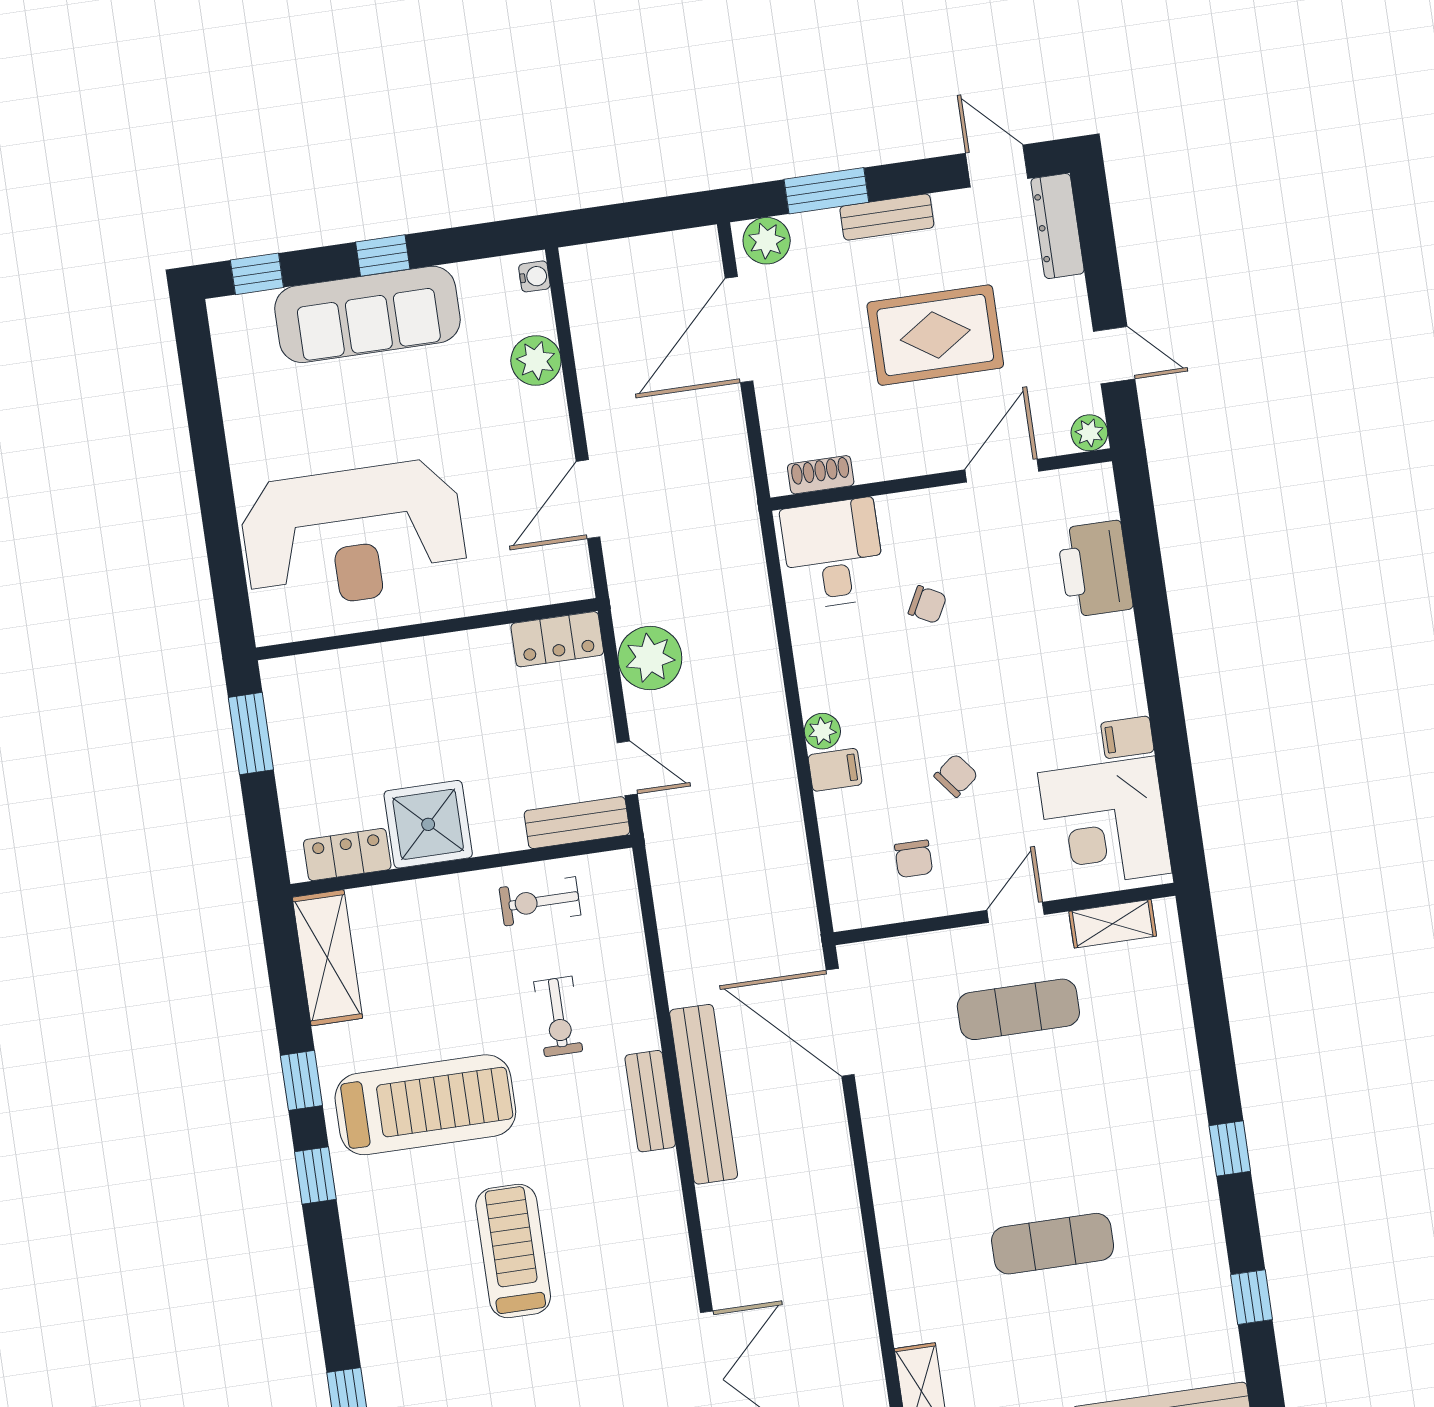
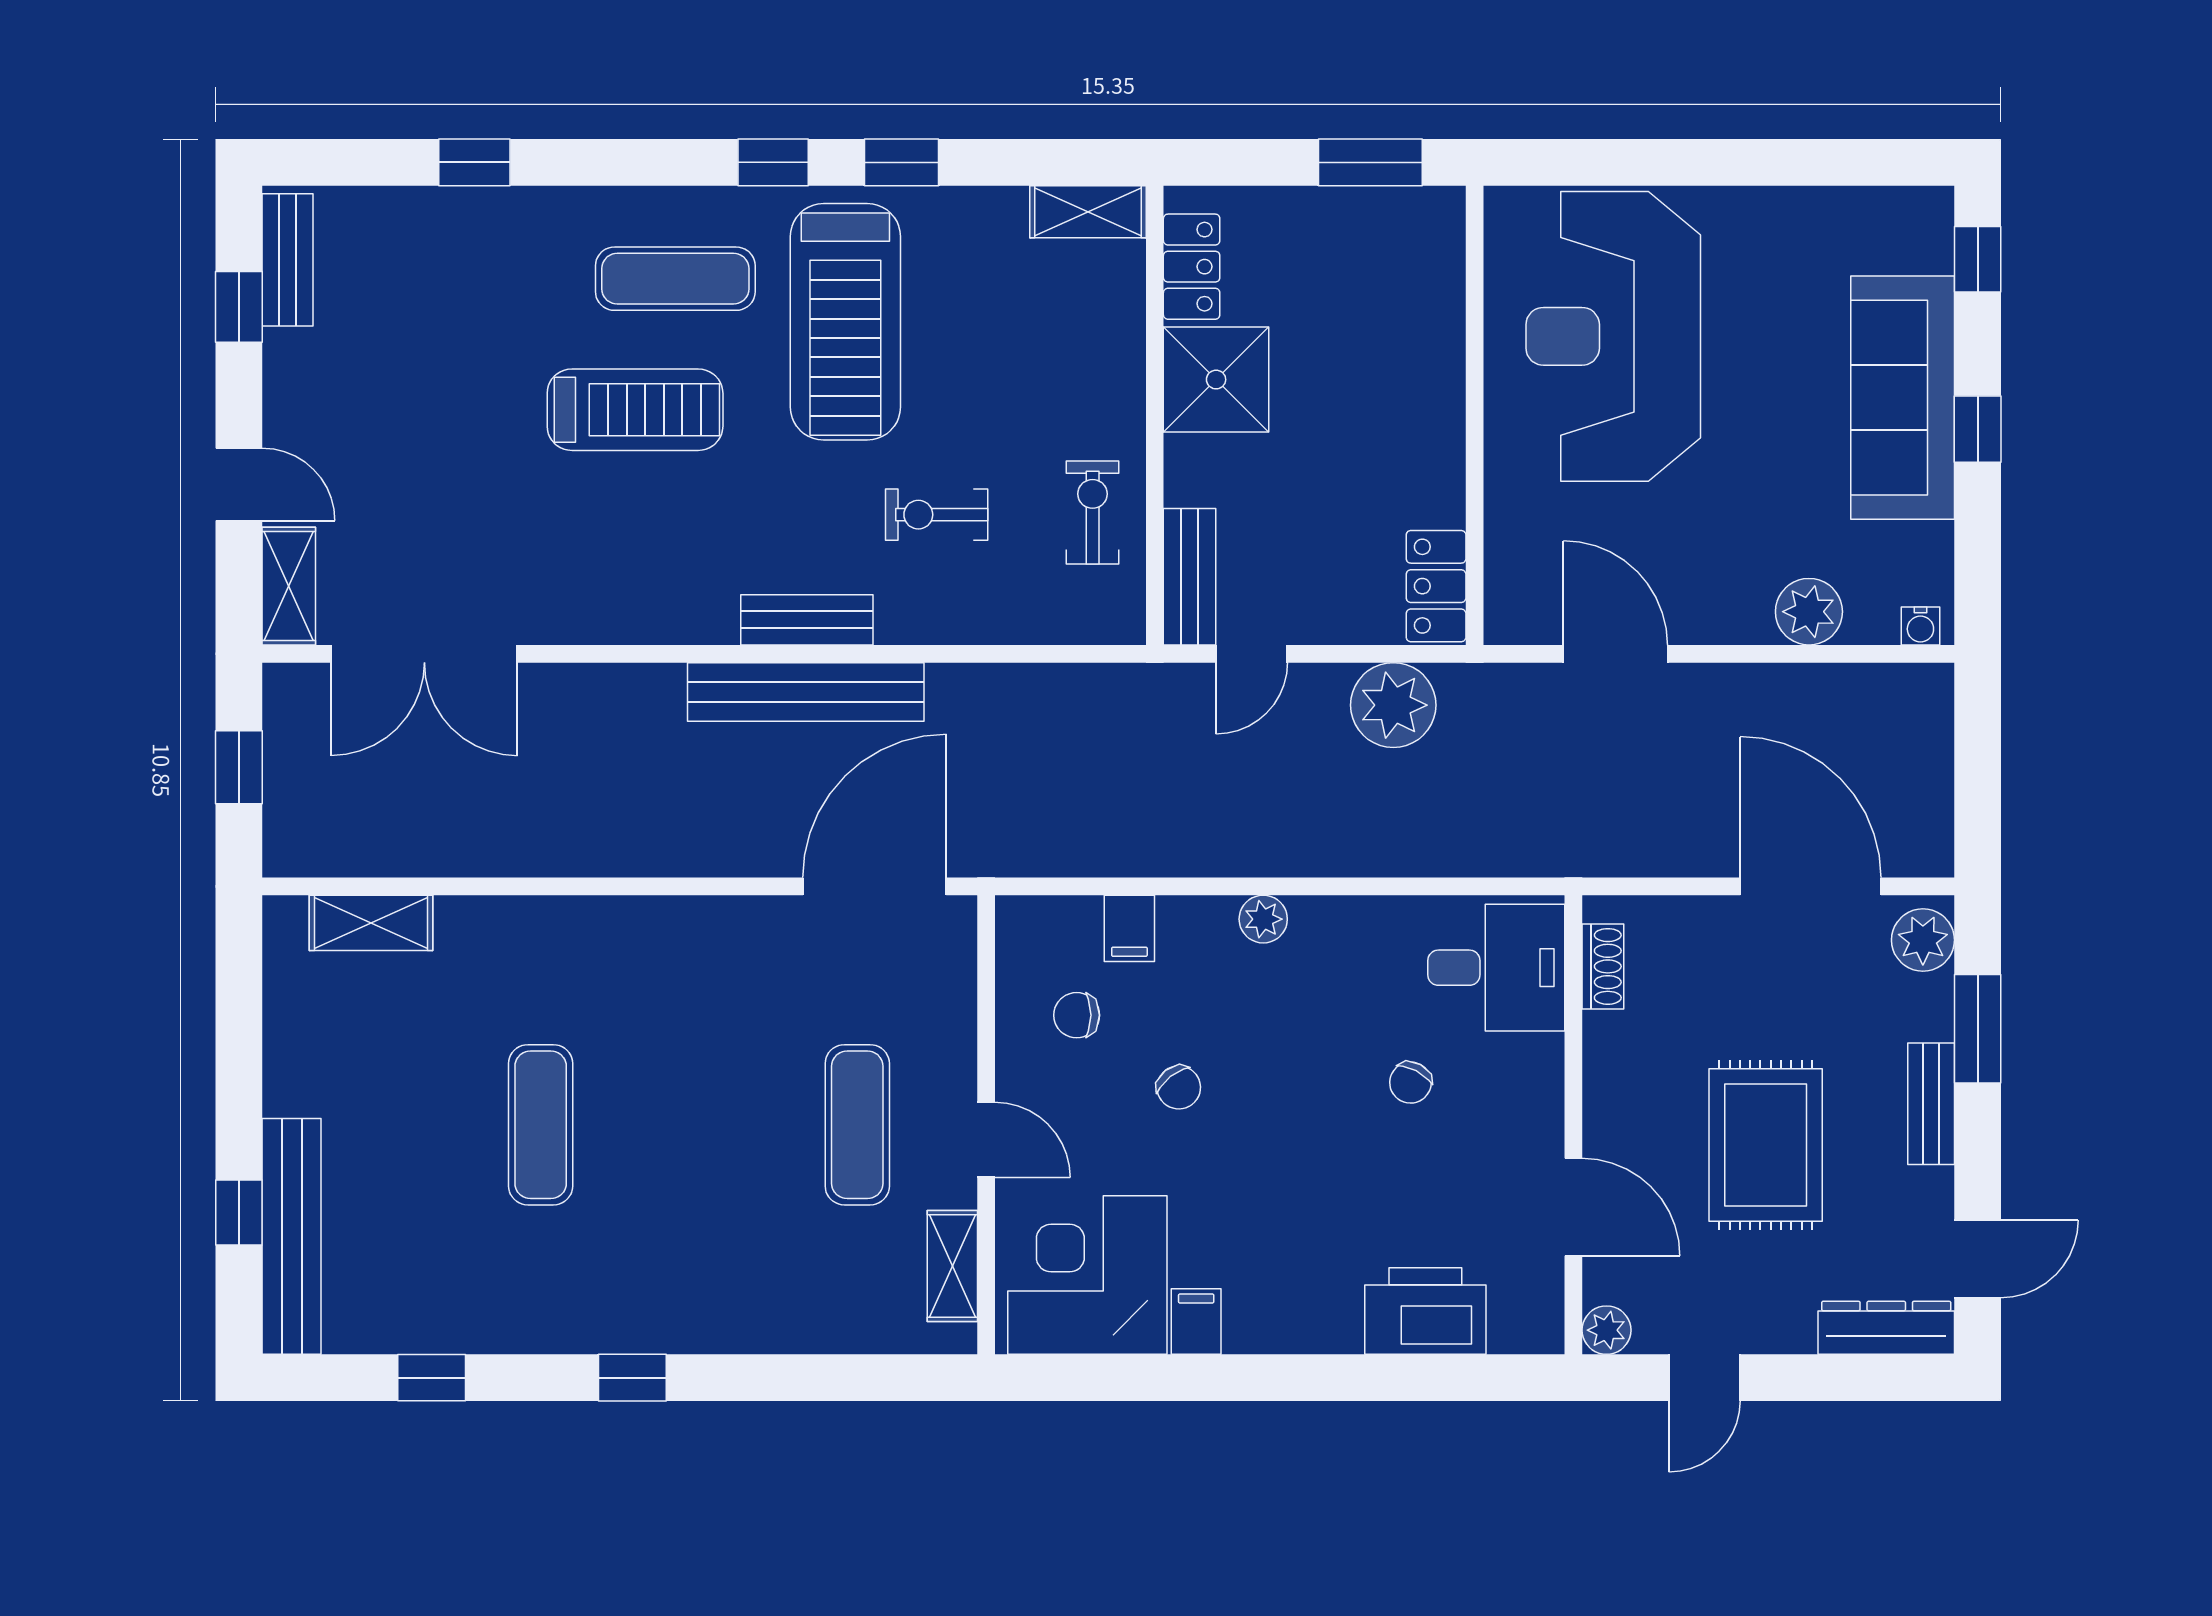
filing cabinet: (835, 770) -> (1129, 928), moved
shelving: (327, 958) -> (1088, 212), width x0.67, depth x0.75
exercise mat: (412, 1235) -> (675, 279), added

